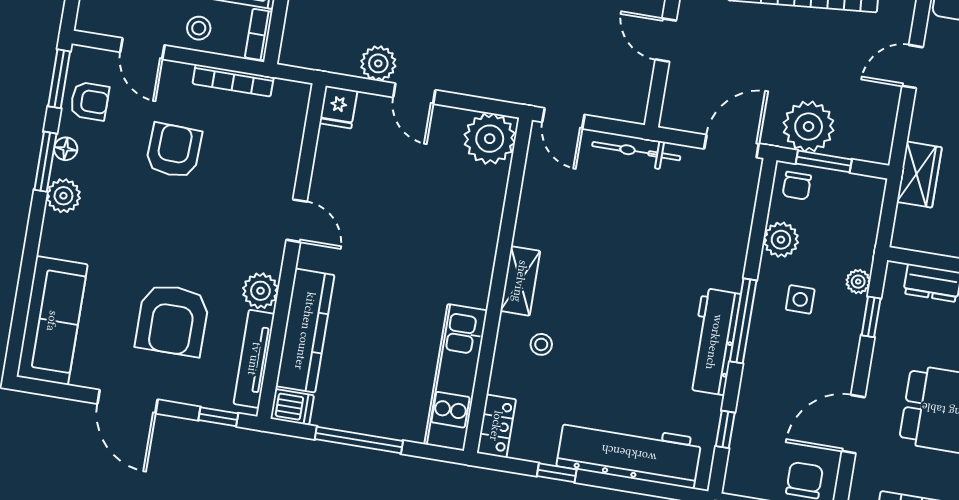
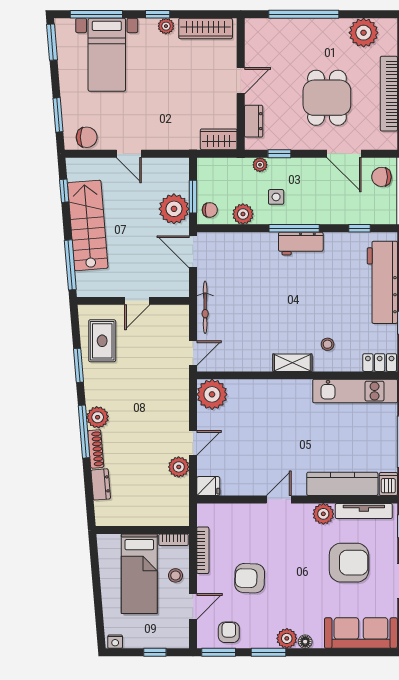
floor lamp: (66, 149) -> (305, 642), moved
wardrobe: (919, 175) -> (219, 139), moved
workbench: (714, 342) -> (301, 244), width x0.73

